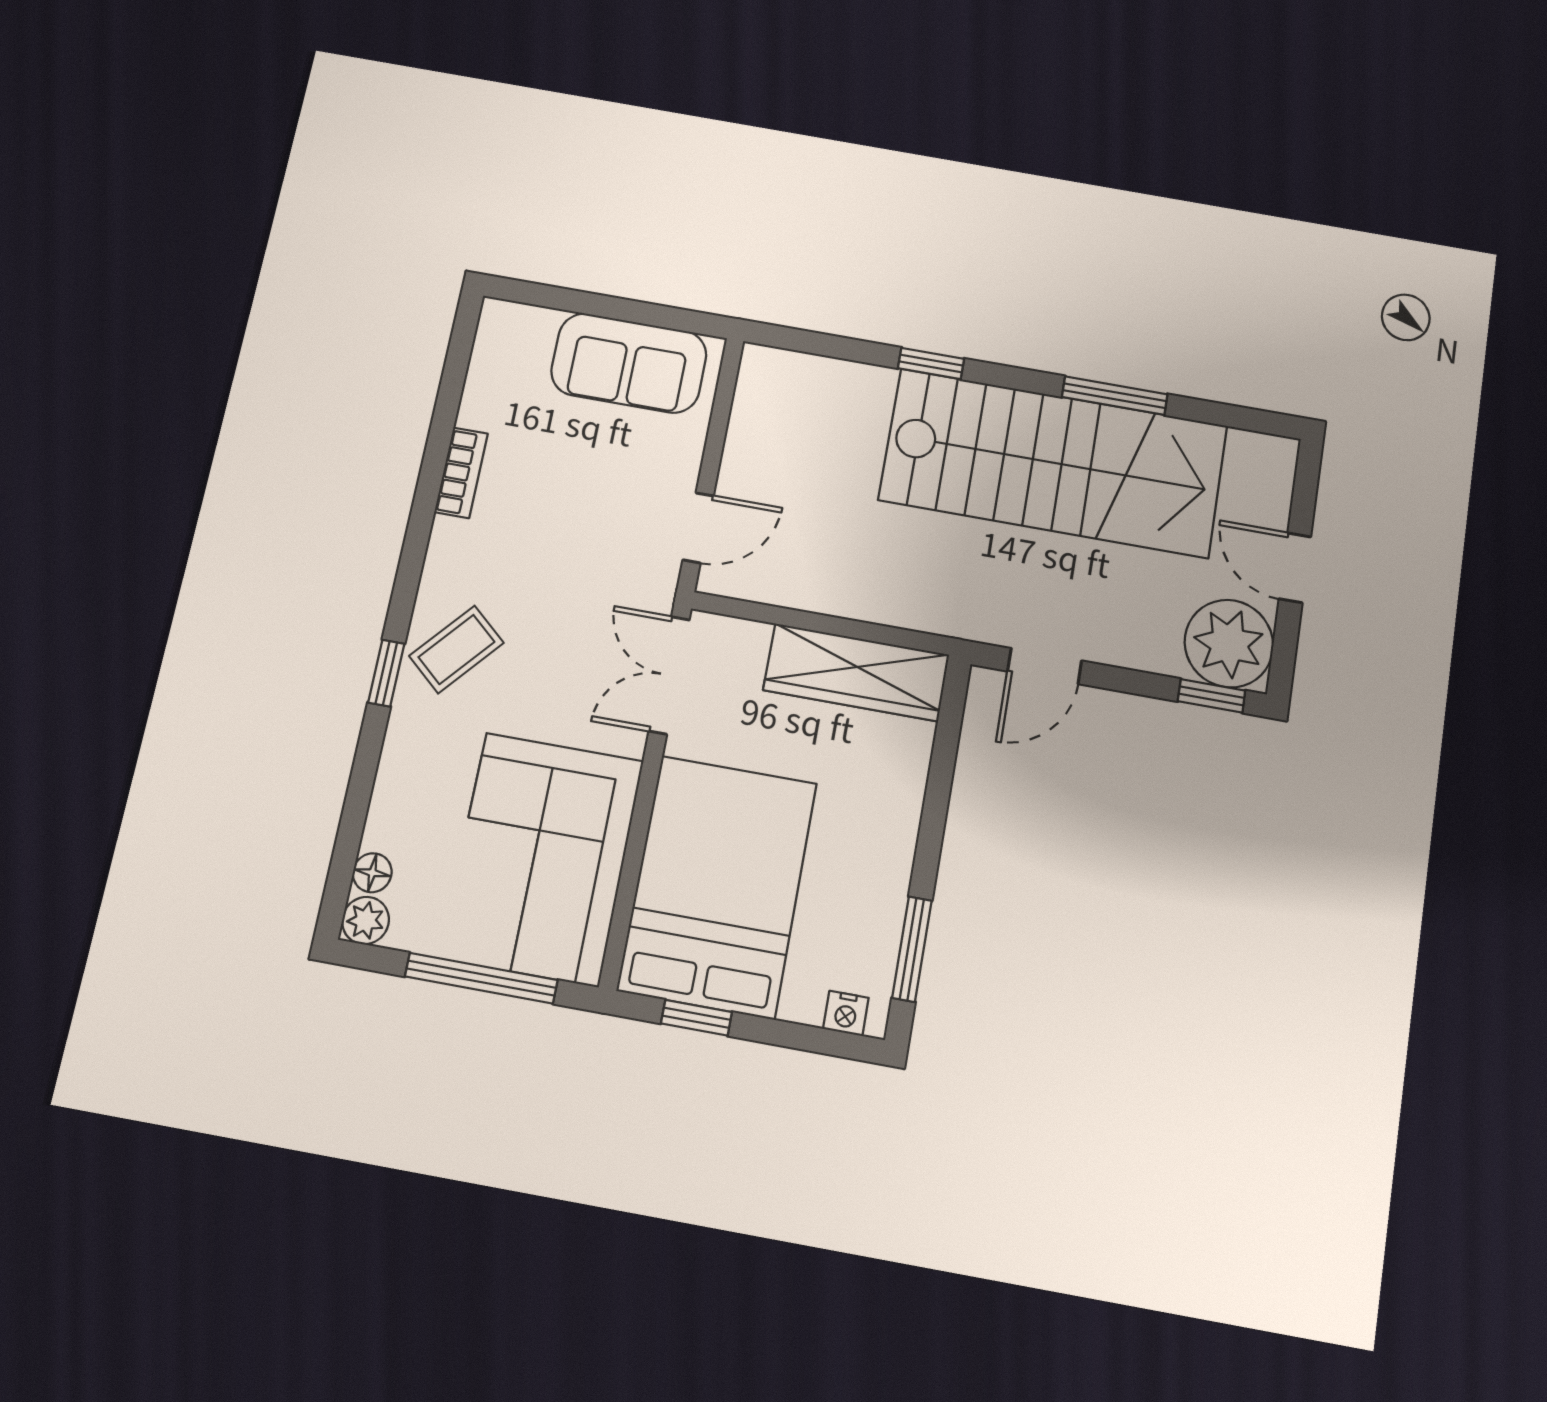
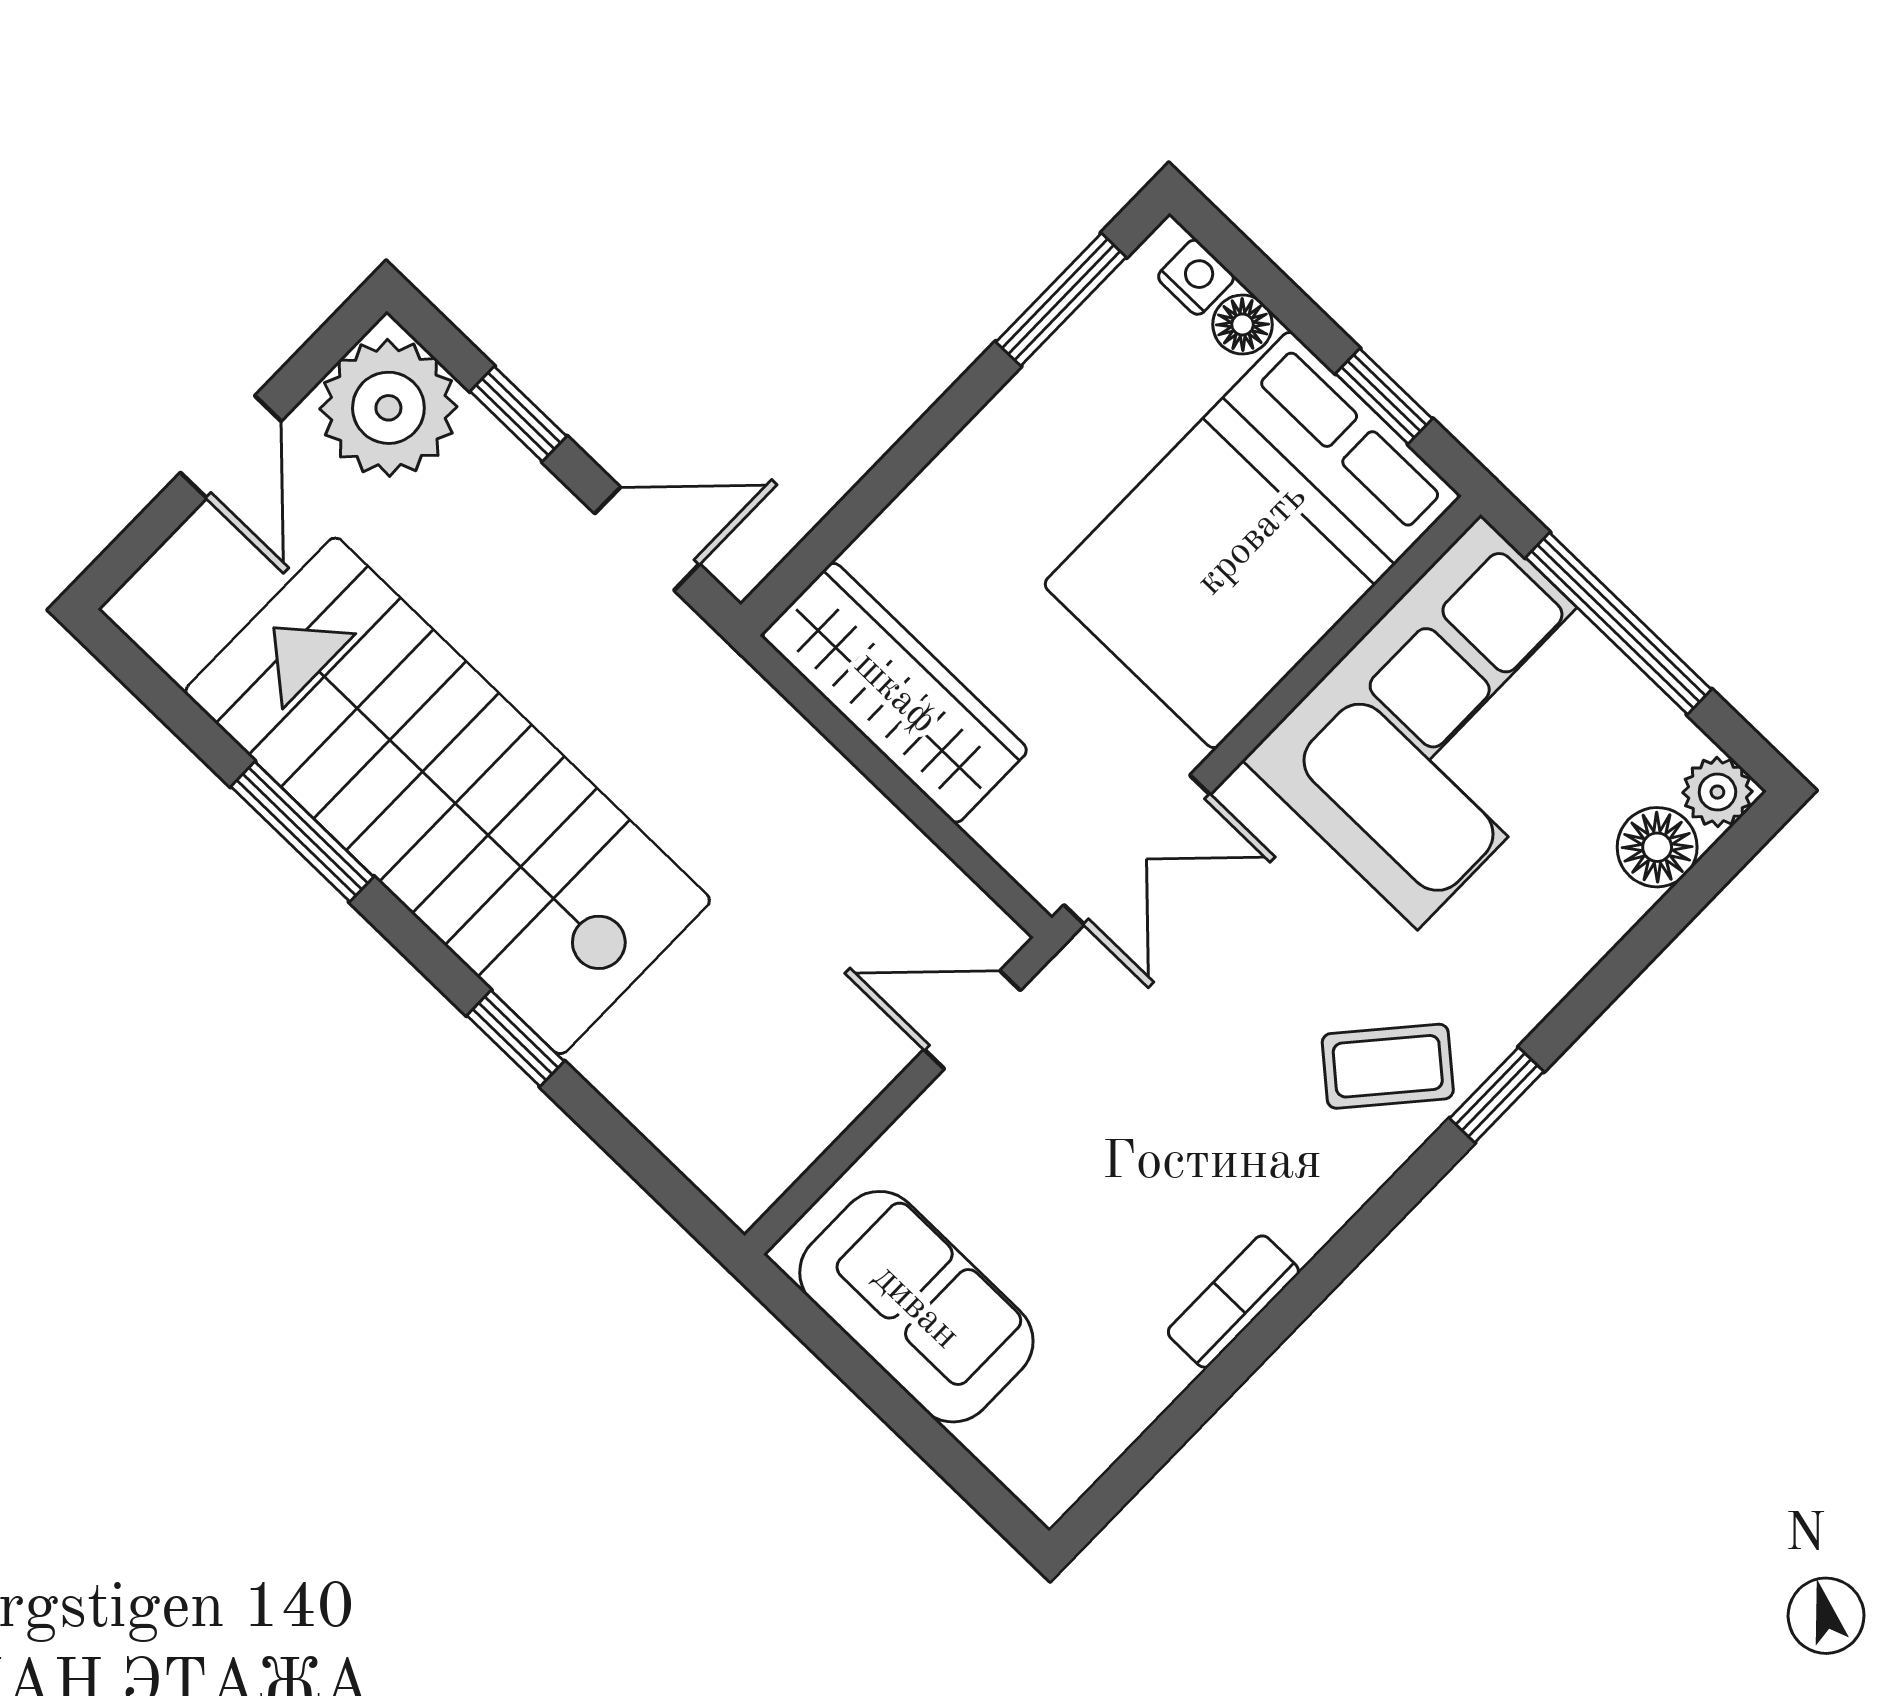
window: (1211, 696) -> (518, 414), moved
floor lamp: (372, 873) -> (1657, 847), width x1.37, depth x1.37
floor lamp: (802, 1004) -> (1243, 324), added

